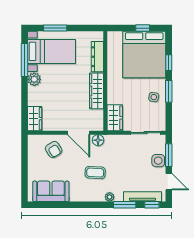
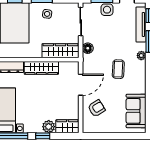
plant: (34, 79) -> (49, 127), moved
window: (24, 93) -> (43, 136), added
wardrobe: (115, 118) -> (60, 51), width x1.50
floor lamp: (98, 140) -> (88, 48), moved

